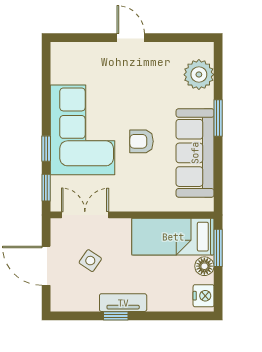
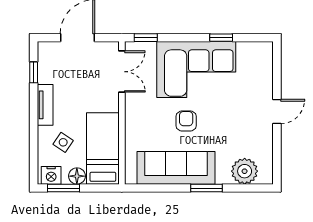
window: (46, 149) -> (221, 38), moved
window: (218, 248) -> (63, 188), moved
side table: (90, 261) -> (63, 142), moved
window: (116, 316) -> (34, 72), moved

